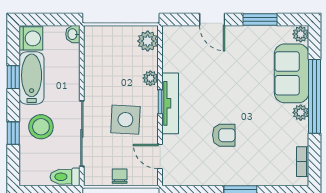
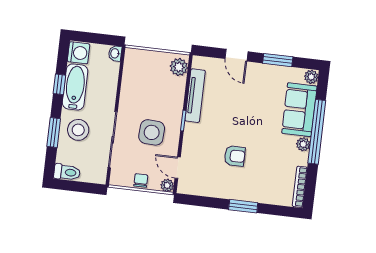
plant: (150, 78) -> (167, 185), moved
tv unit: (170, 103) -> (195, 96), moved
window: (13, 133) -> (54, 132), width x1.50
bookcase: (303, 162) -> (300, 187), width x1.56
toilet: (65, 177) -> (67, 172), moved, turned 180

